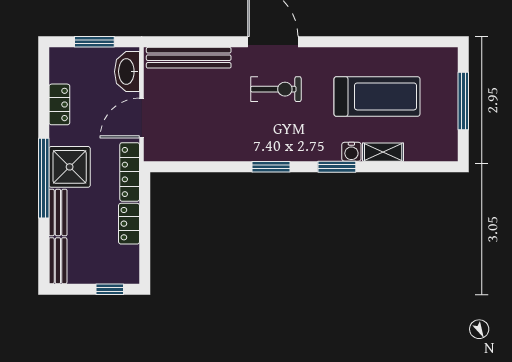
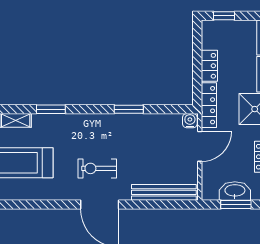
washbasin: (127, 72) -> (235, 191), moved, turned -90
water cooler: (351, 152) -> (190, 121), moved
window: (271, 167) -> (129, 109), moved

